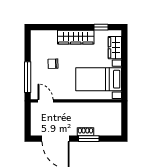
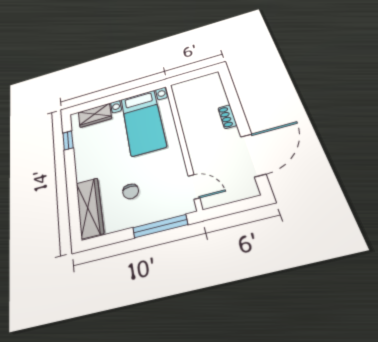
wardrobe: (76, 37) -> (90, 208), moved
door: (46, 101) -> (194, 187), swing flipped
window: (89, 139) -> (237, 109), removed

